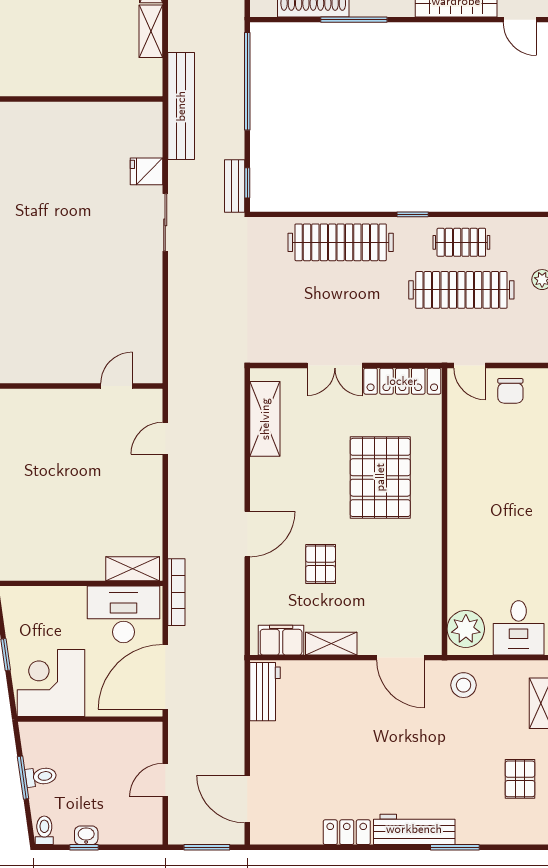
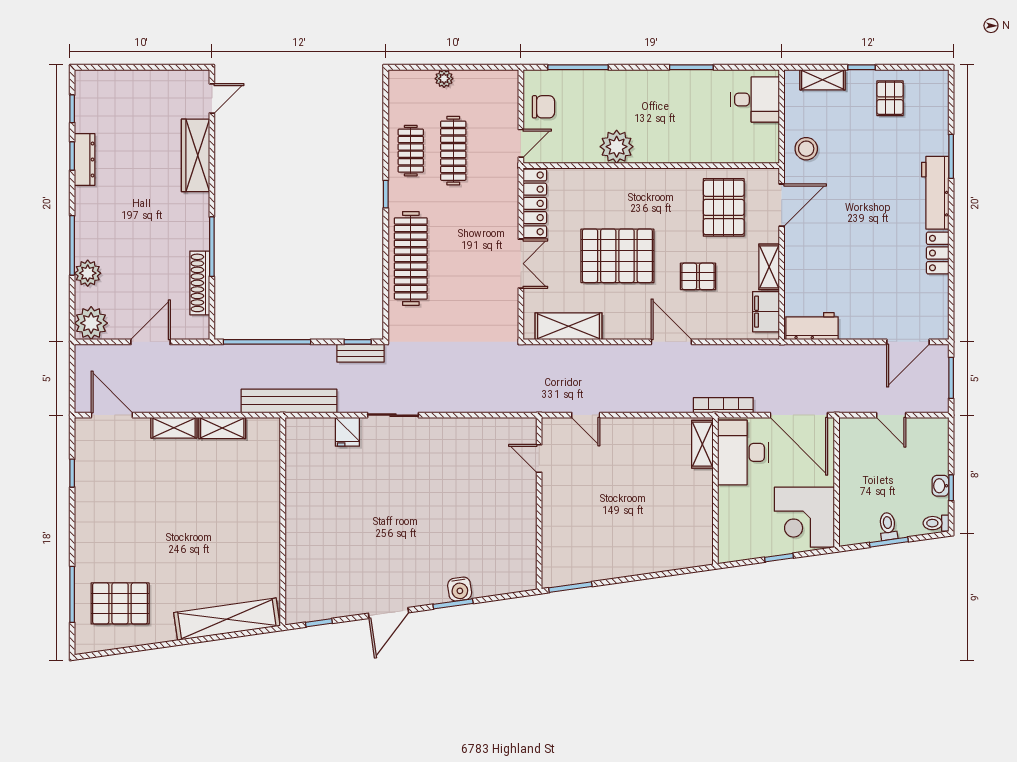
clothes rail: (461, 290) -> (453, 151), width x0.73, depth x0.76
pallet: (380, 477) -> (617, 256), moved
pallet: (398, 593) -> (724, 207), added
plant: (466, 629) -> (617, 147), moved
pallet: (520, 779) -> (890, 98), turned 90

